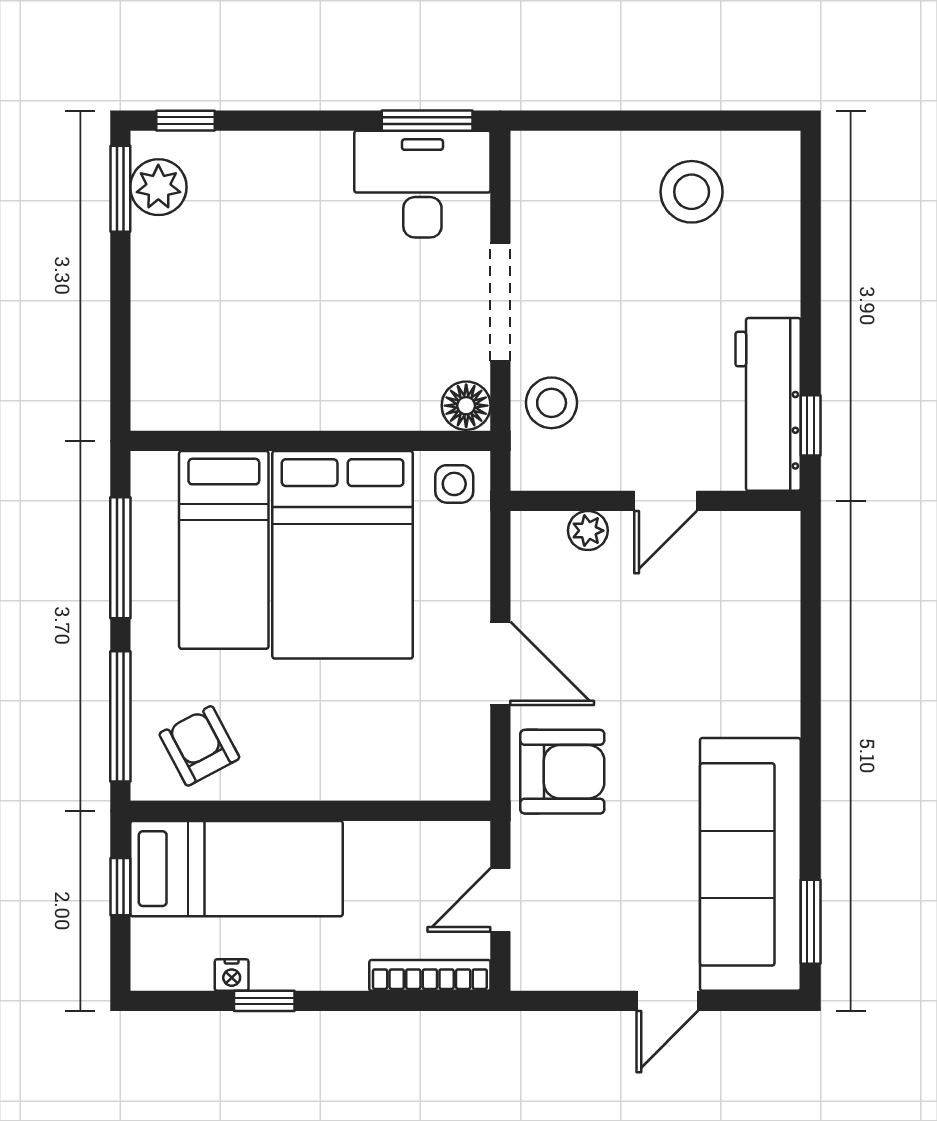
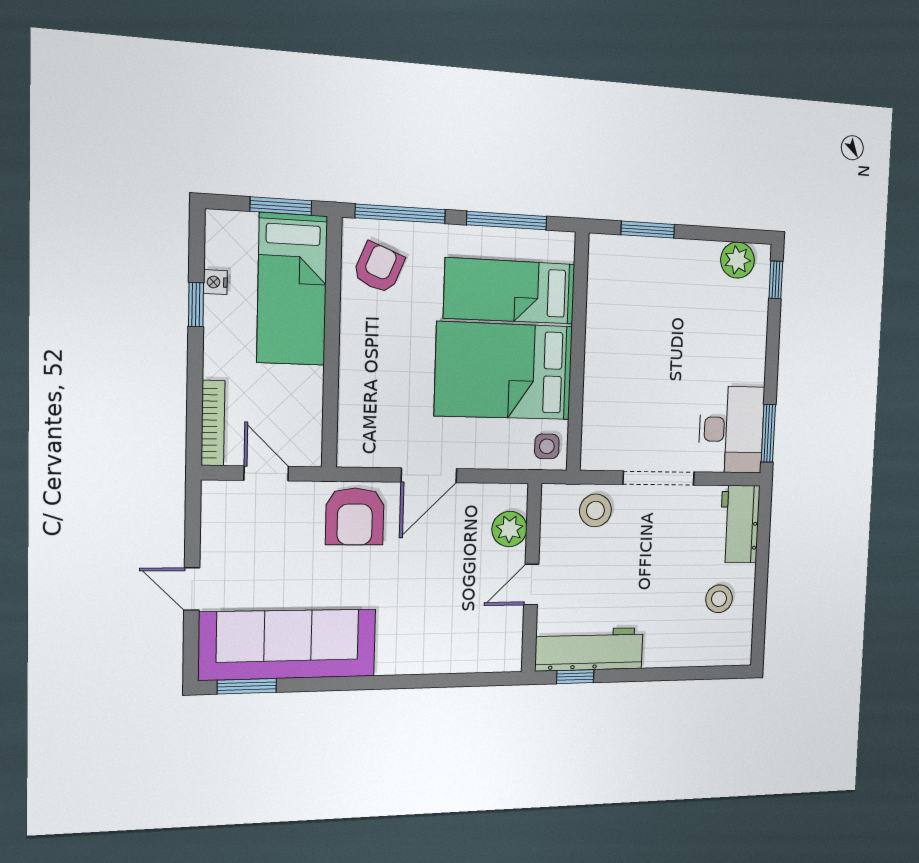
workbench: (572, 163) -> (740, 524), added
window: (120, 189) -> (648, 230), moved
stool: (692, 192) -> (719, 599), width x0.73, depth x0.73
floor lamp: (466, 406) -> (596, 455), removed
door: (666, 501) -> (531, 585), hinge flipped
plant: (588, 531) -> (509, 529), width x1.38, depth x1.38
armchair: (199, 746) -> (379, 268), turned -40
window: (120, 887) -> (281, 206), width x1.50

